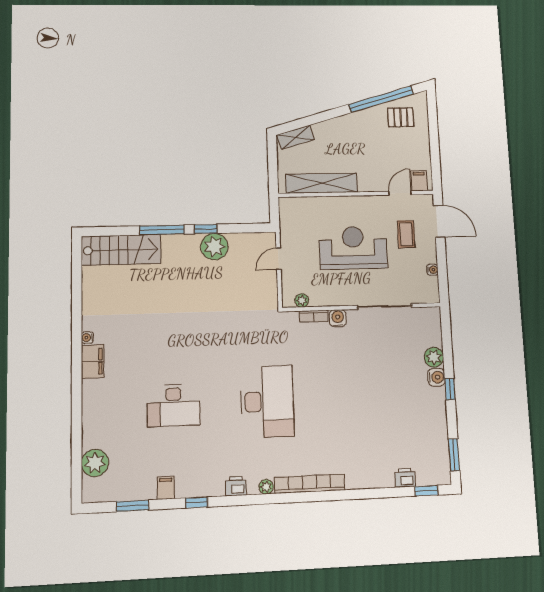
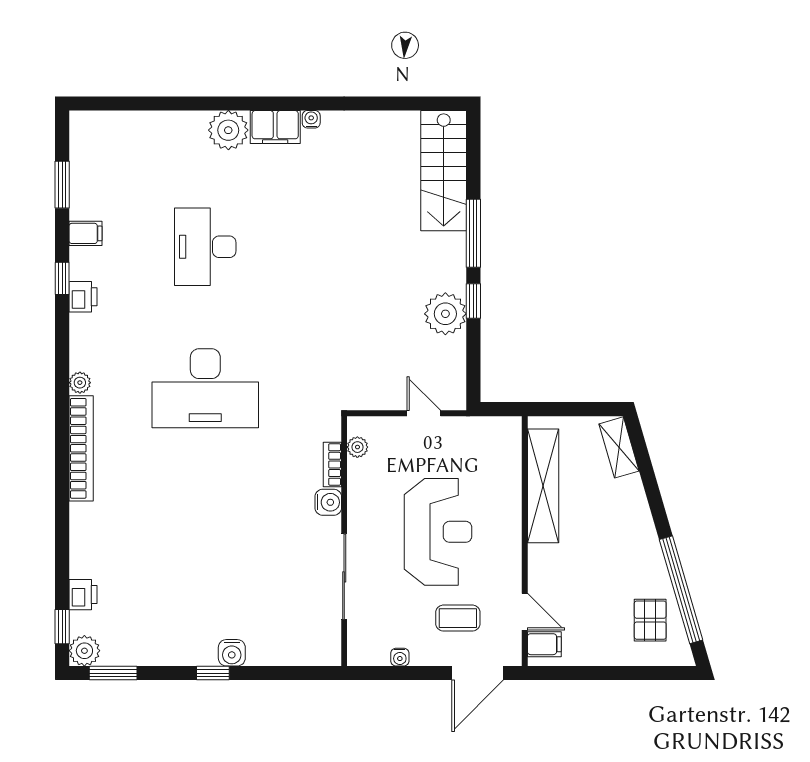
plant: (434, 357) -> (84, 651), moved
plant: (95, 463) -> (228, 130), moved
printer: (236, 486) -> (83, 297), moved

